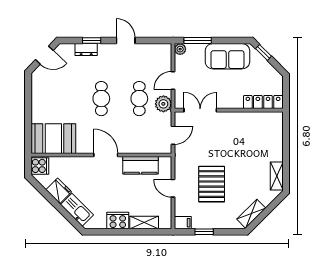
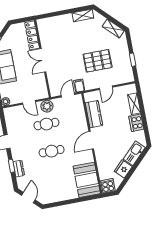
double door: (200, 110) -> (43, 60), moved
door: (173, 135) -> (68, 95), hinge flipped
filing cabinet: (183, 223) -> (79, 86), moved

